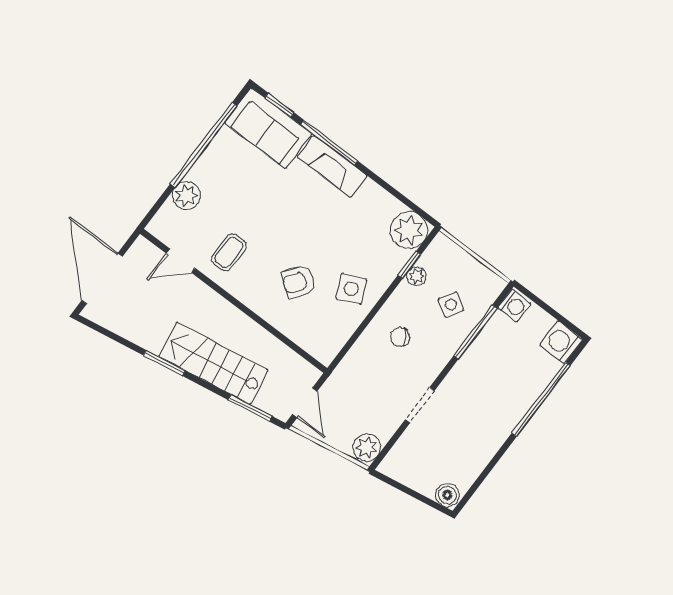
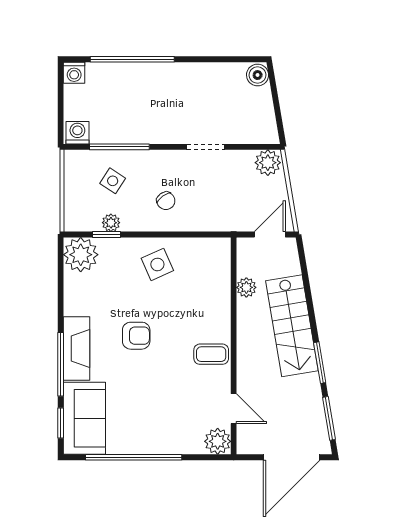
plant: (186, 196) -> (218, 441), moved
coffee table: (229, 252) -> (211, 354), moved
armchair: (299, 282) -> (136, 336), moved, turned -36
washing machine: (561, 342) -> (74, 73), width x0.73, depth x0.73
plant: (275, 349) -> (246, 287), added
window: (250, 408) -> (329, 418), moved

